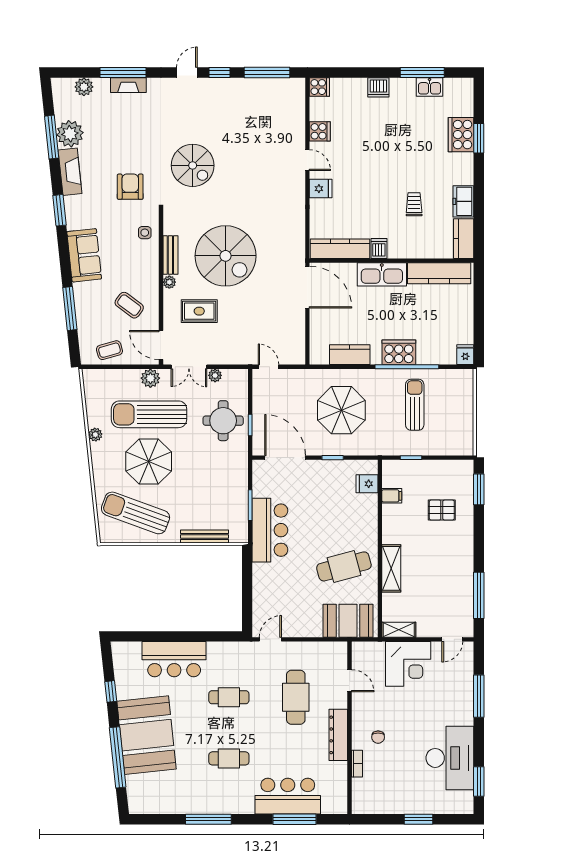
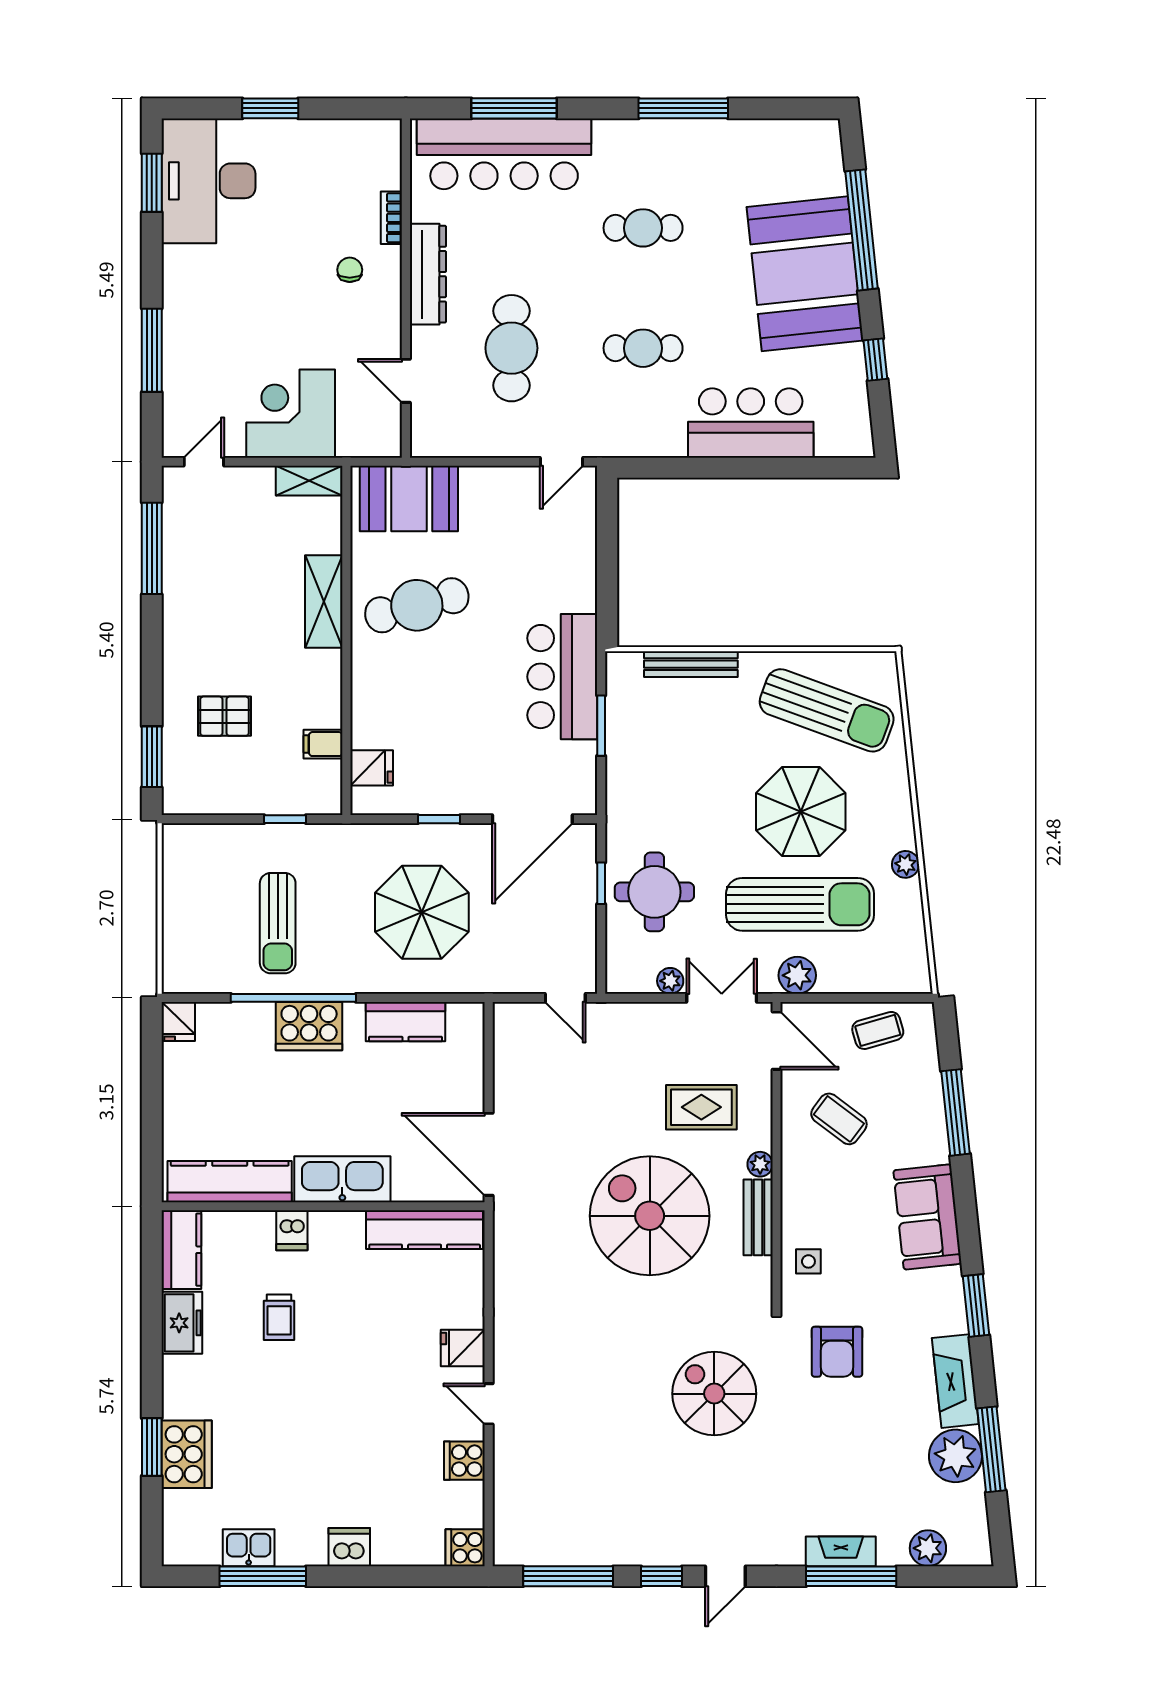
dishwasher: (379, 248) -> (292, 1230), moved
door: (285, 458) -> (532, 819), hinge flipped
desk: (450, 758) -> (209, 181), moved
bar counter: (288, 796) -> (504, 154), width x1.36

